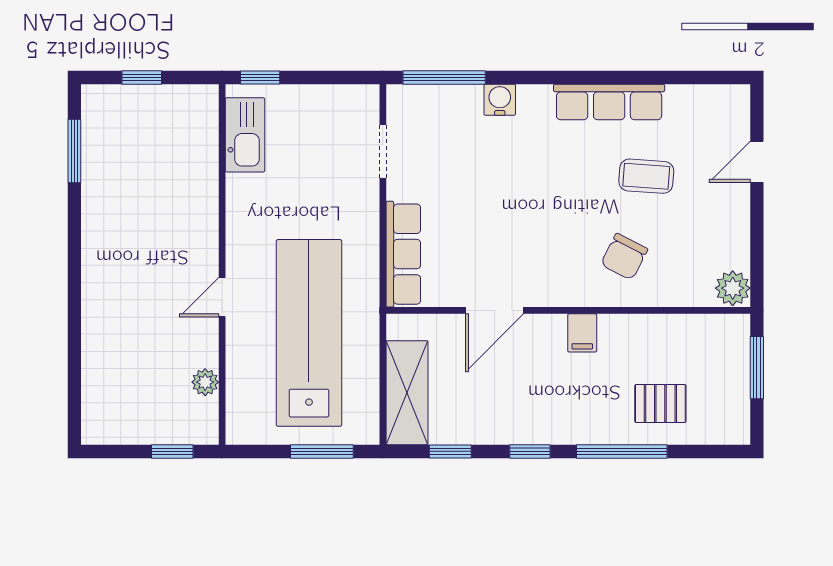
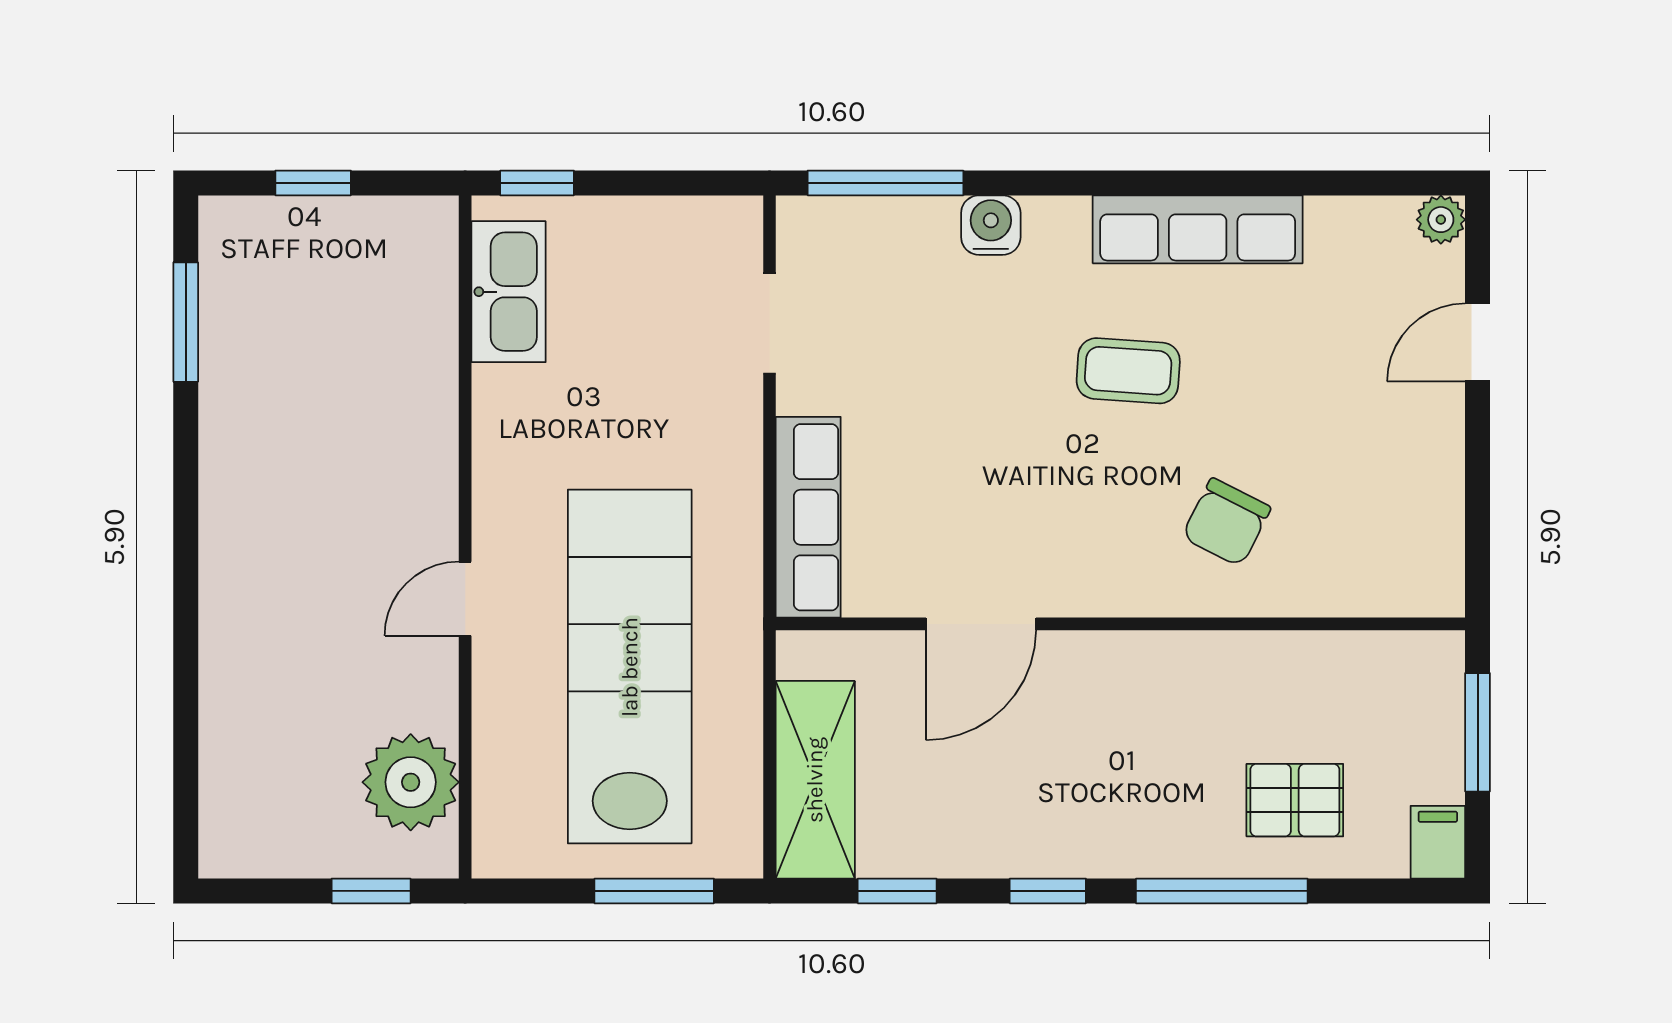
coffee table: (646, 176) -> (1128, 371), moved
plant: (733, 288) -> (1441, 220), moved, width x0.73, depth x0.73
filing cabinet: (582, 333) -> (1438, 842), moved, turned 180
plant: (205, 382) -> (411, 782), width x1.88, depth x1.88

